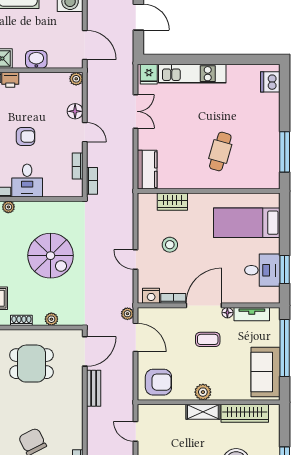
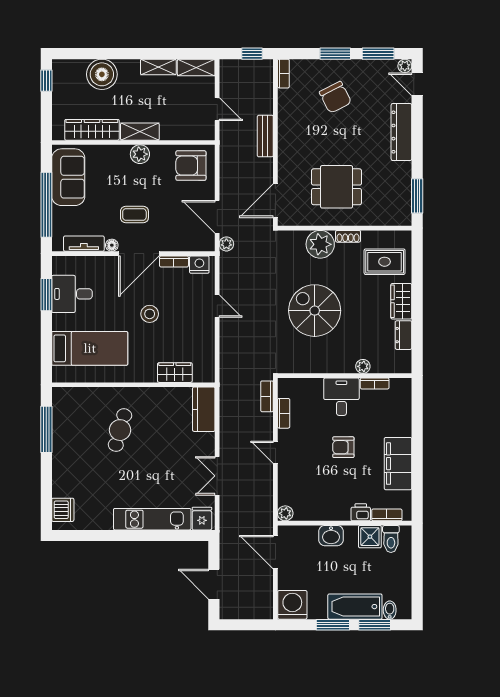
floor lamp: (75, 111) -> (287, 476), removed
stool: (170, 245) -> (150, 314), moved
plant: (51, 319) -> (320, 244), width x1.88, depth x1.88
bench: (94, 388) -> (265, 136), moved

